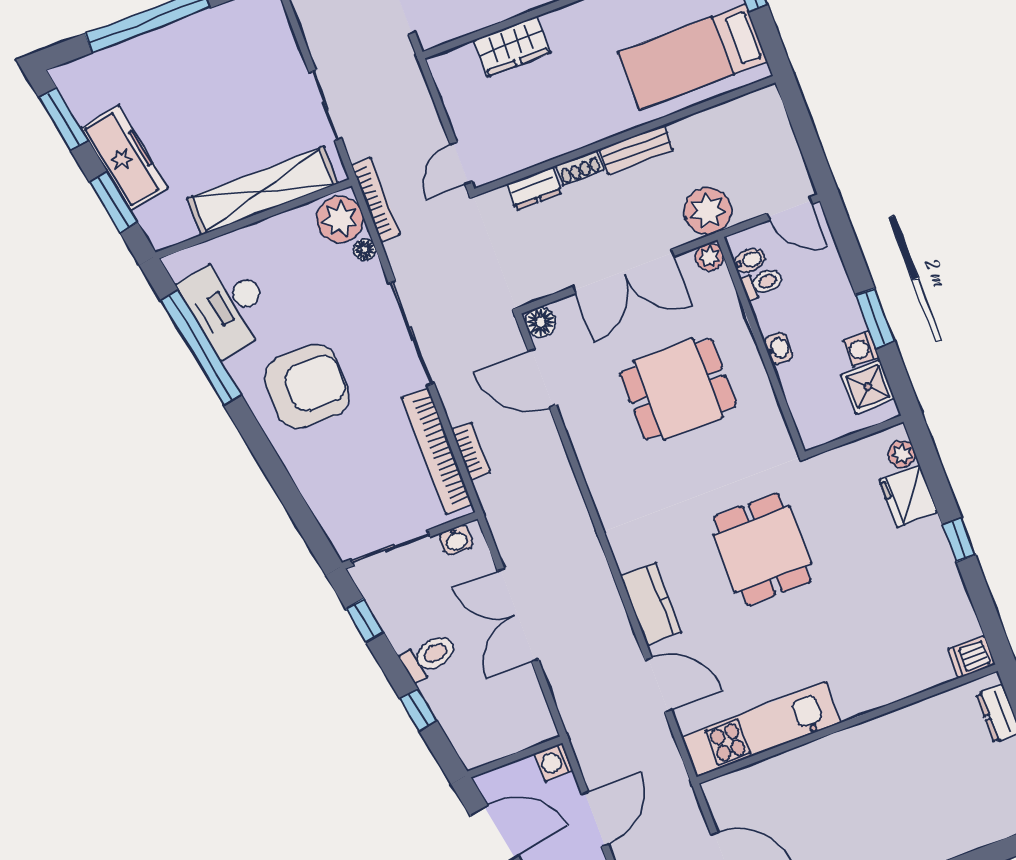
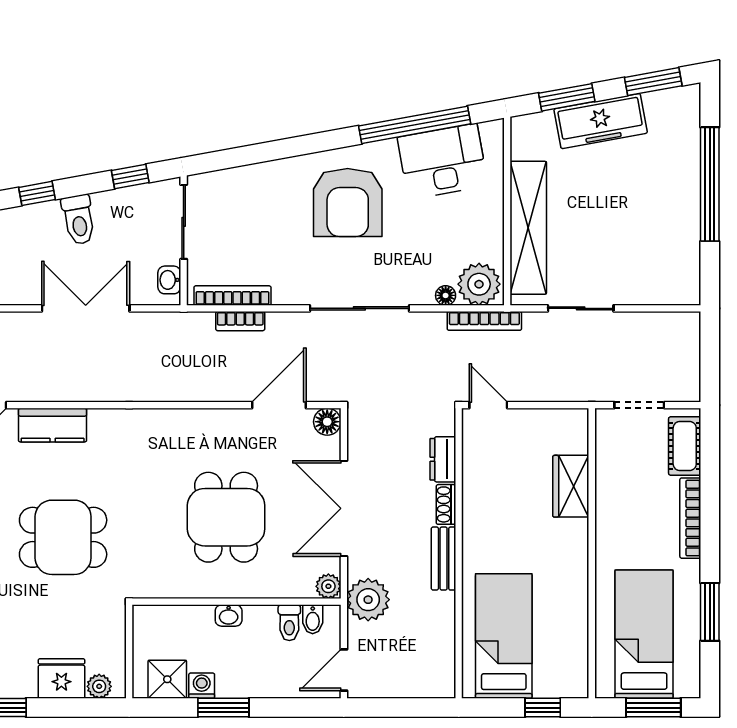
bookcase: (437, 451) -> (232, 296), width x0.68, depth x0.76

